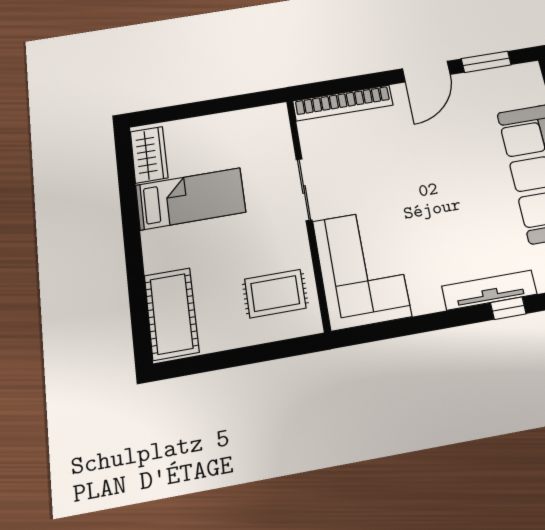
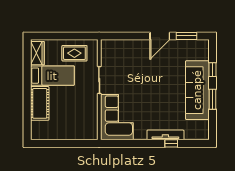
bookcase: (343, 103) -> (122, 44), removed
rug: (275, 294) -> (74, 53), moved
cot: (171, 314) -> (40, 103), moved

